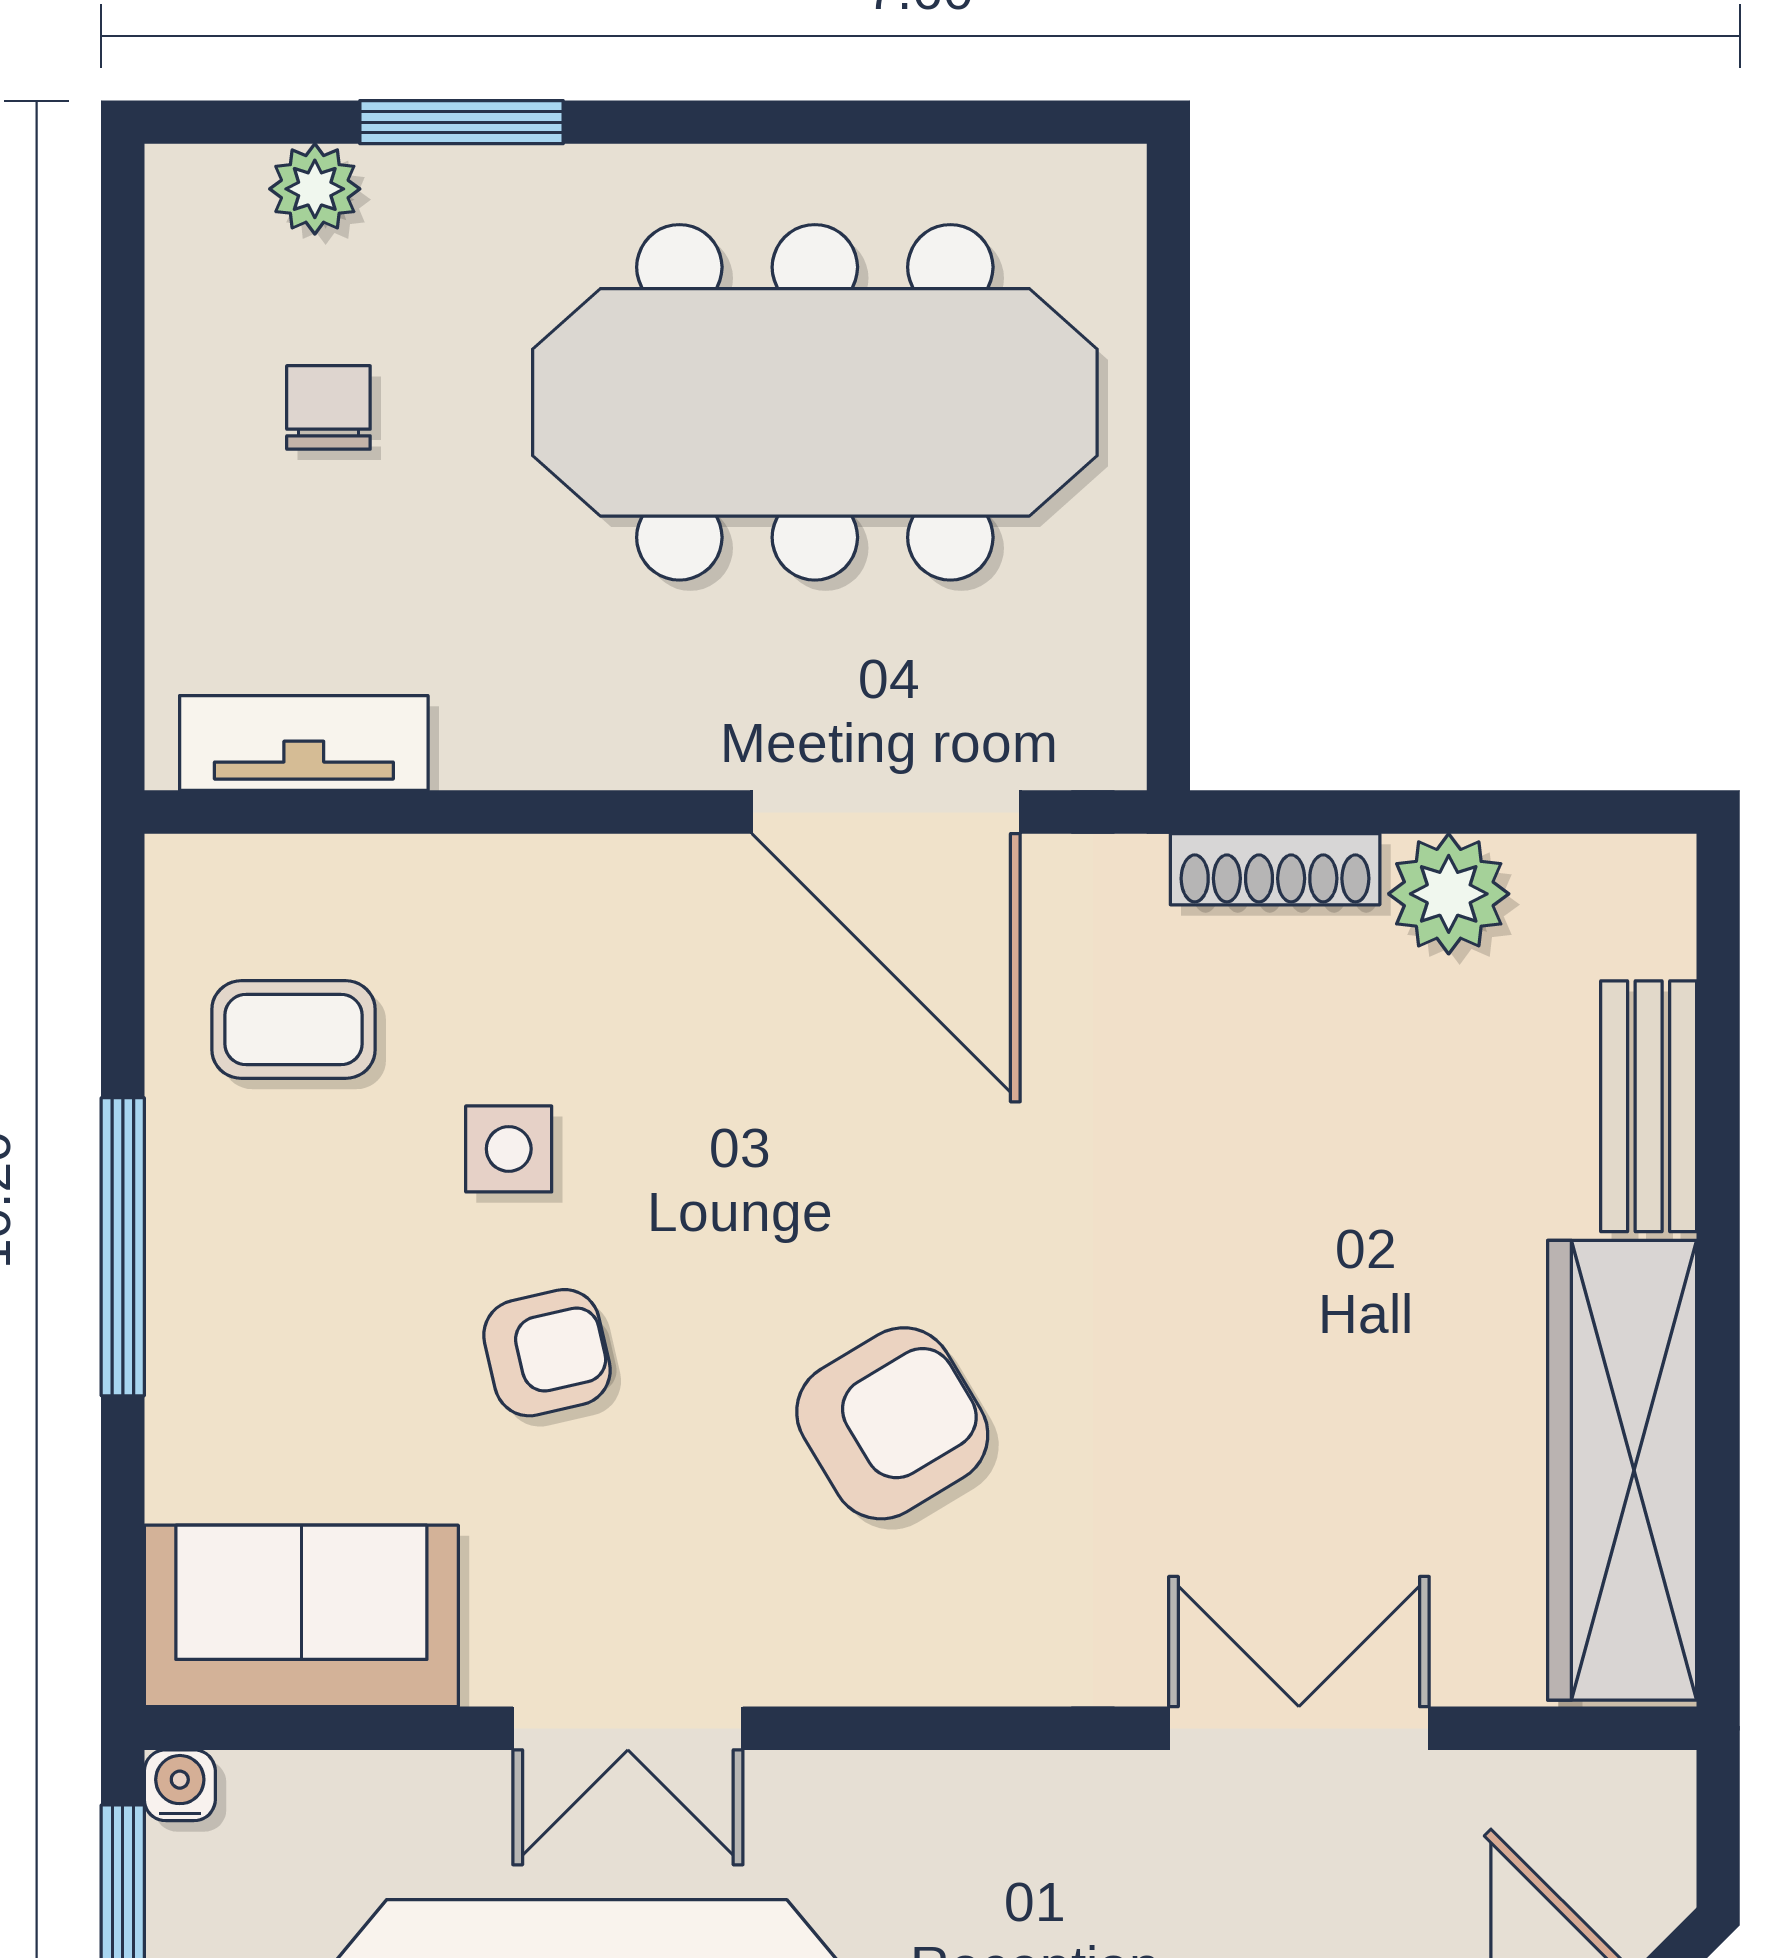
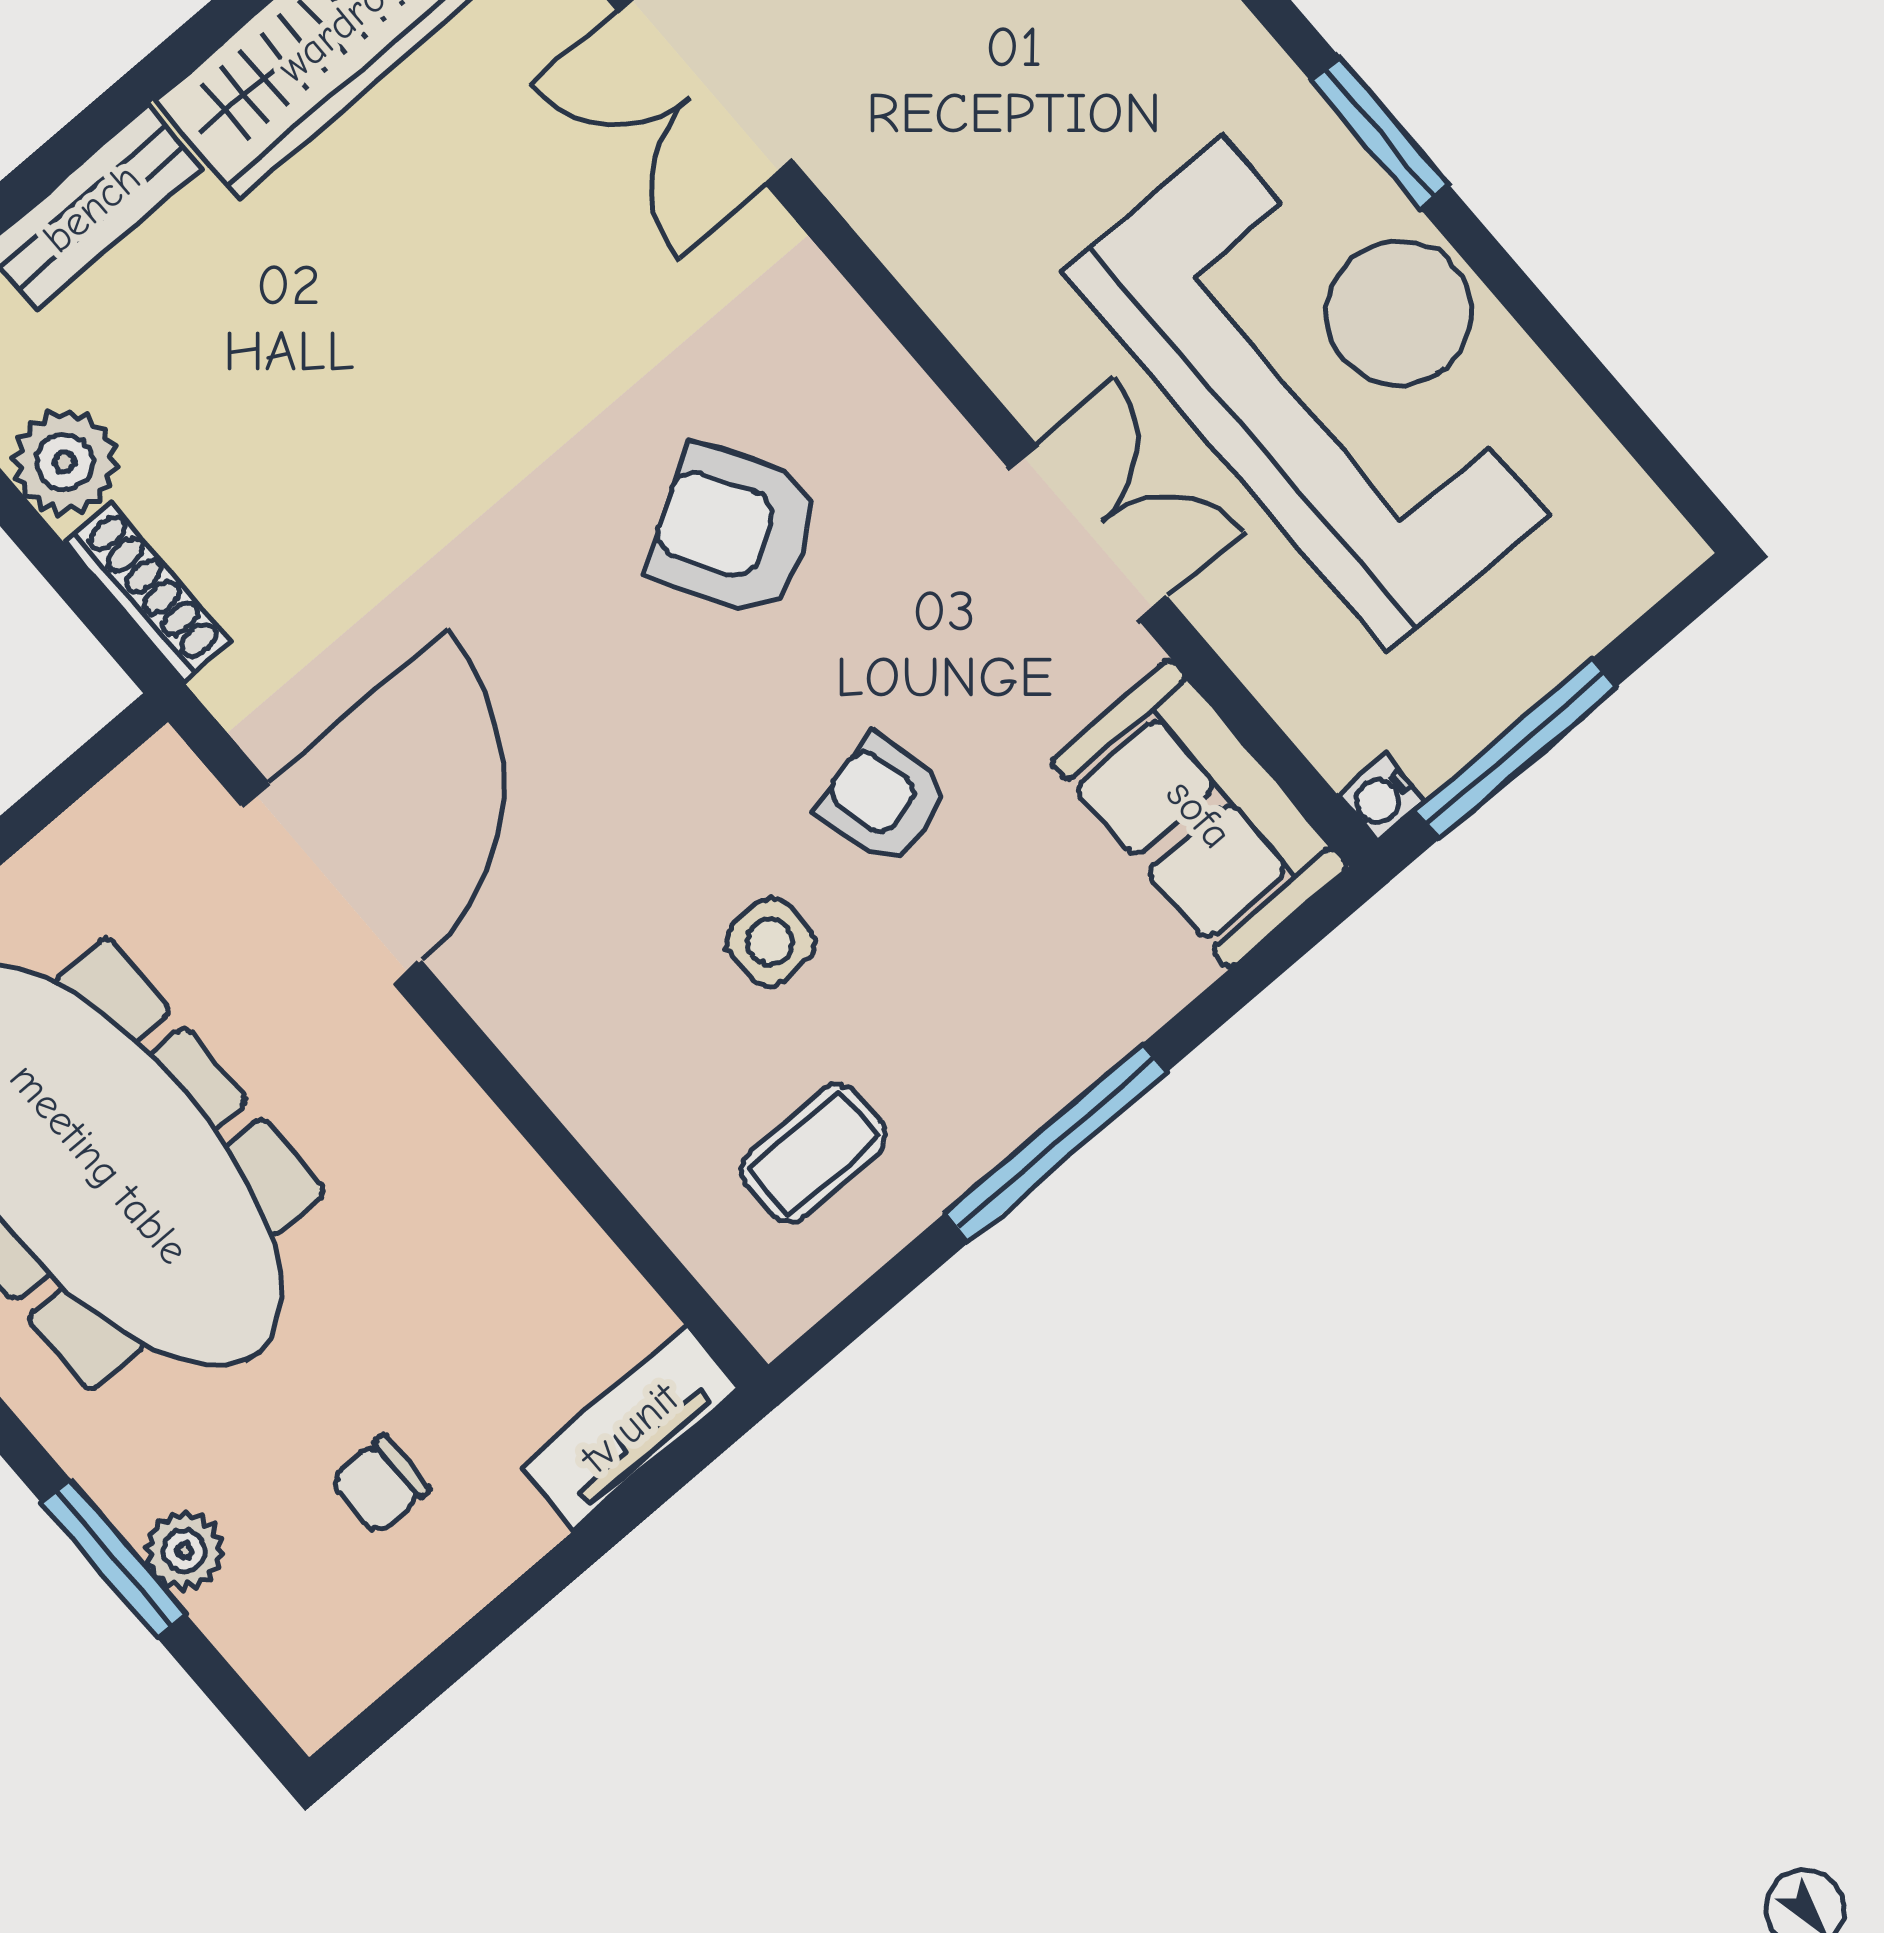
plant: (315, 189) -> (184, 1551), moved
tv unit: (304, 743) -> (630, 1428), moved, turned 90
coffee table: (294, 1030) -> (814, 1153), turned 90

